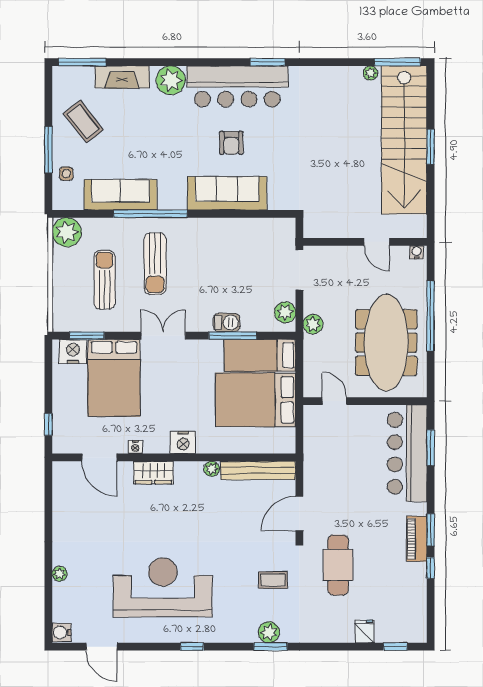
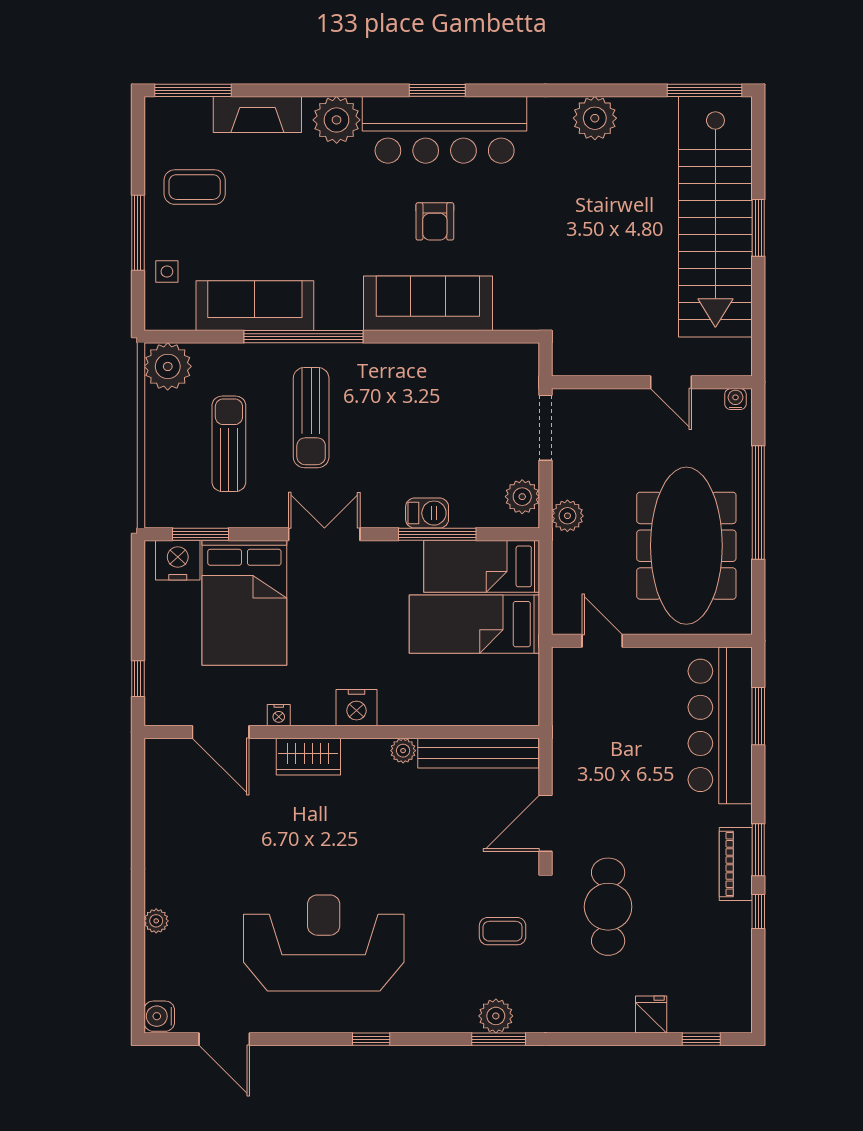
window: (268, 62) -> (437, 90), moved
plant: (370, 73) -> (595, 118), moved, width x1.87, depth x1.87
coffee table: (83, 122) -> (195, 187), turned -52
bed: (256, 400) -> (474, 624), width x0.67

